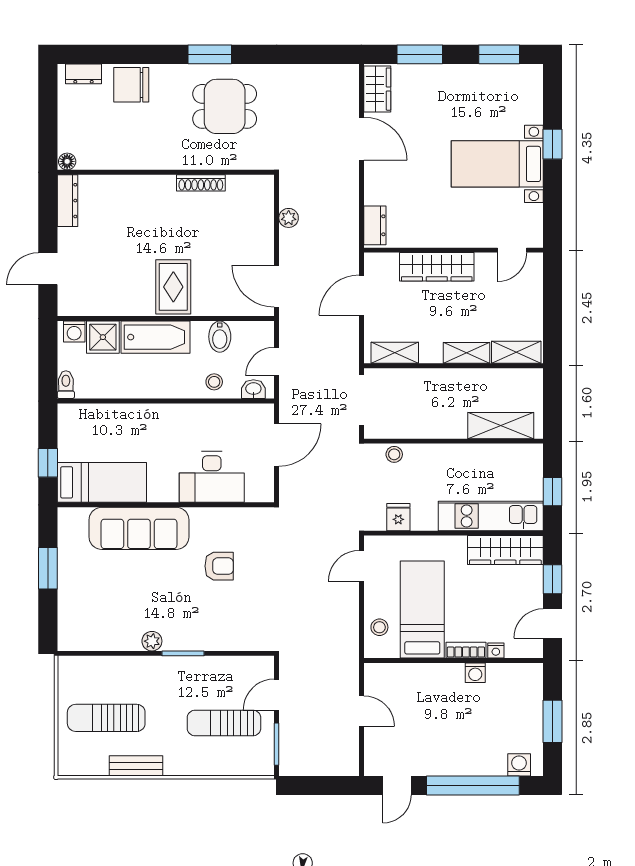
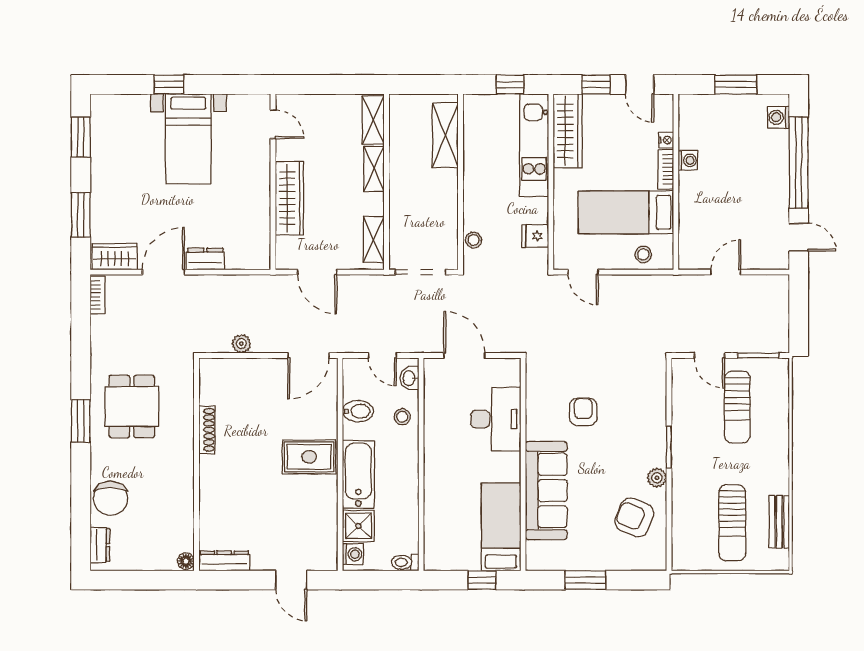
bookcase: (338, 71) -> (98, 295), added
dresser: (375, 225) -> (205, 259), moved
armchair: (112, 618) -> (634, 517), added
bench: (136, 766) -> (779, 522), moved

